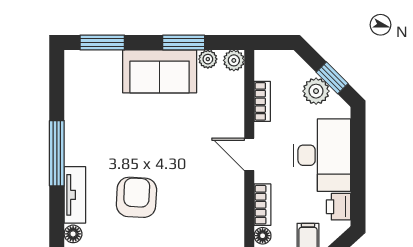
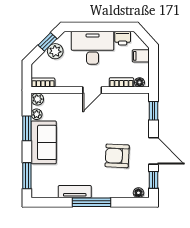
bookcase: (262, 101) -> (43, 83), moved
tv unit: (75, 195) -> (75, 192), moved

